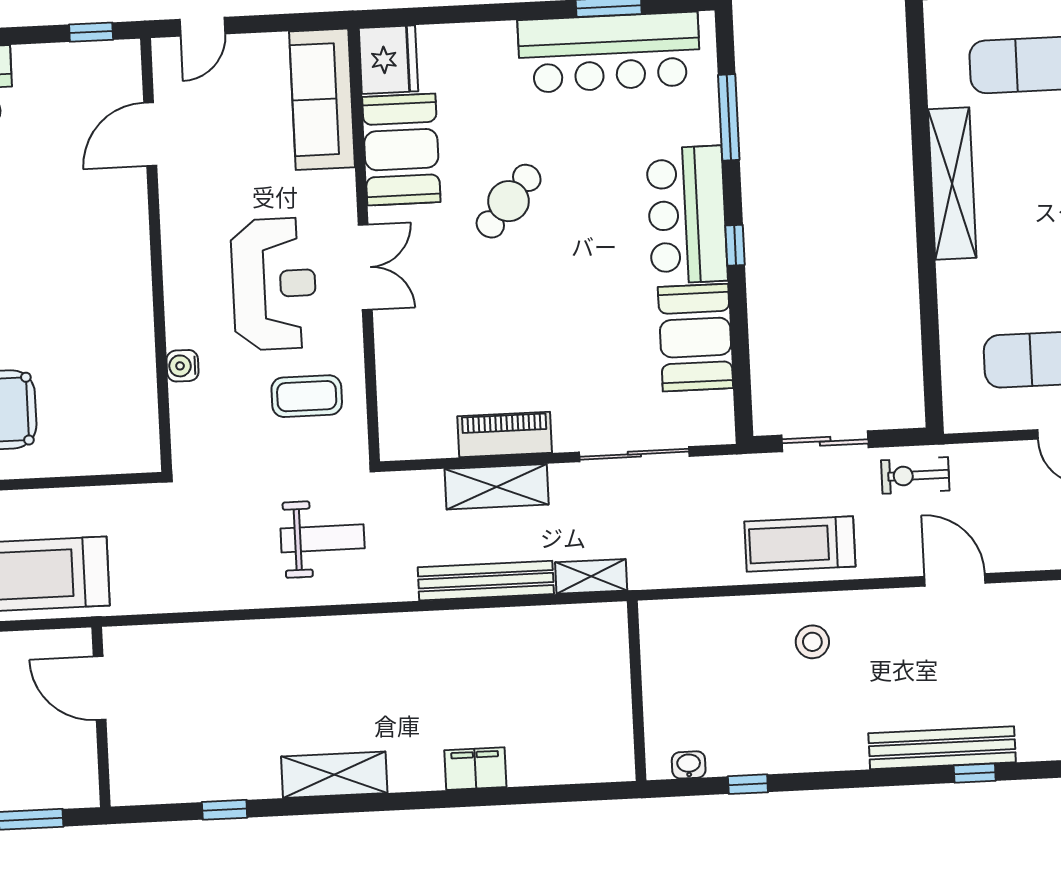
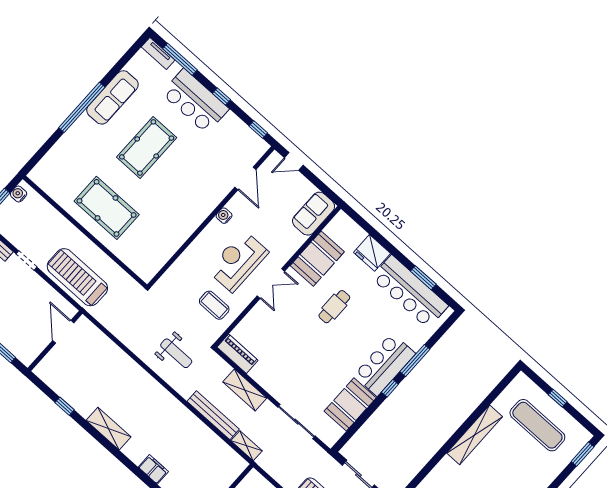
fridge: (388, 60) -> (372, 253), moved, turned 90
sofa: (322, 99) -> (314, 214), width x0.73
window: (729, 117) -> (415, 360), moved
door: (150, 134) -> (245, 178), swing flipped
cafe table: (509, 201) -> (334, 307), turned -41
reception desk: (274, 284) -> (238, 261), turned 180
water cooler: (183, 366) -> (224, 216), moved
piano: (505, 434) -> (238, 354), moved

